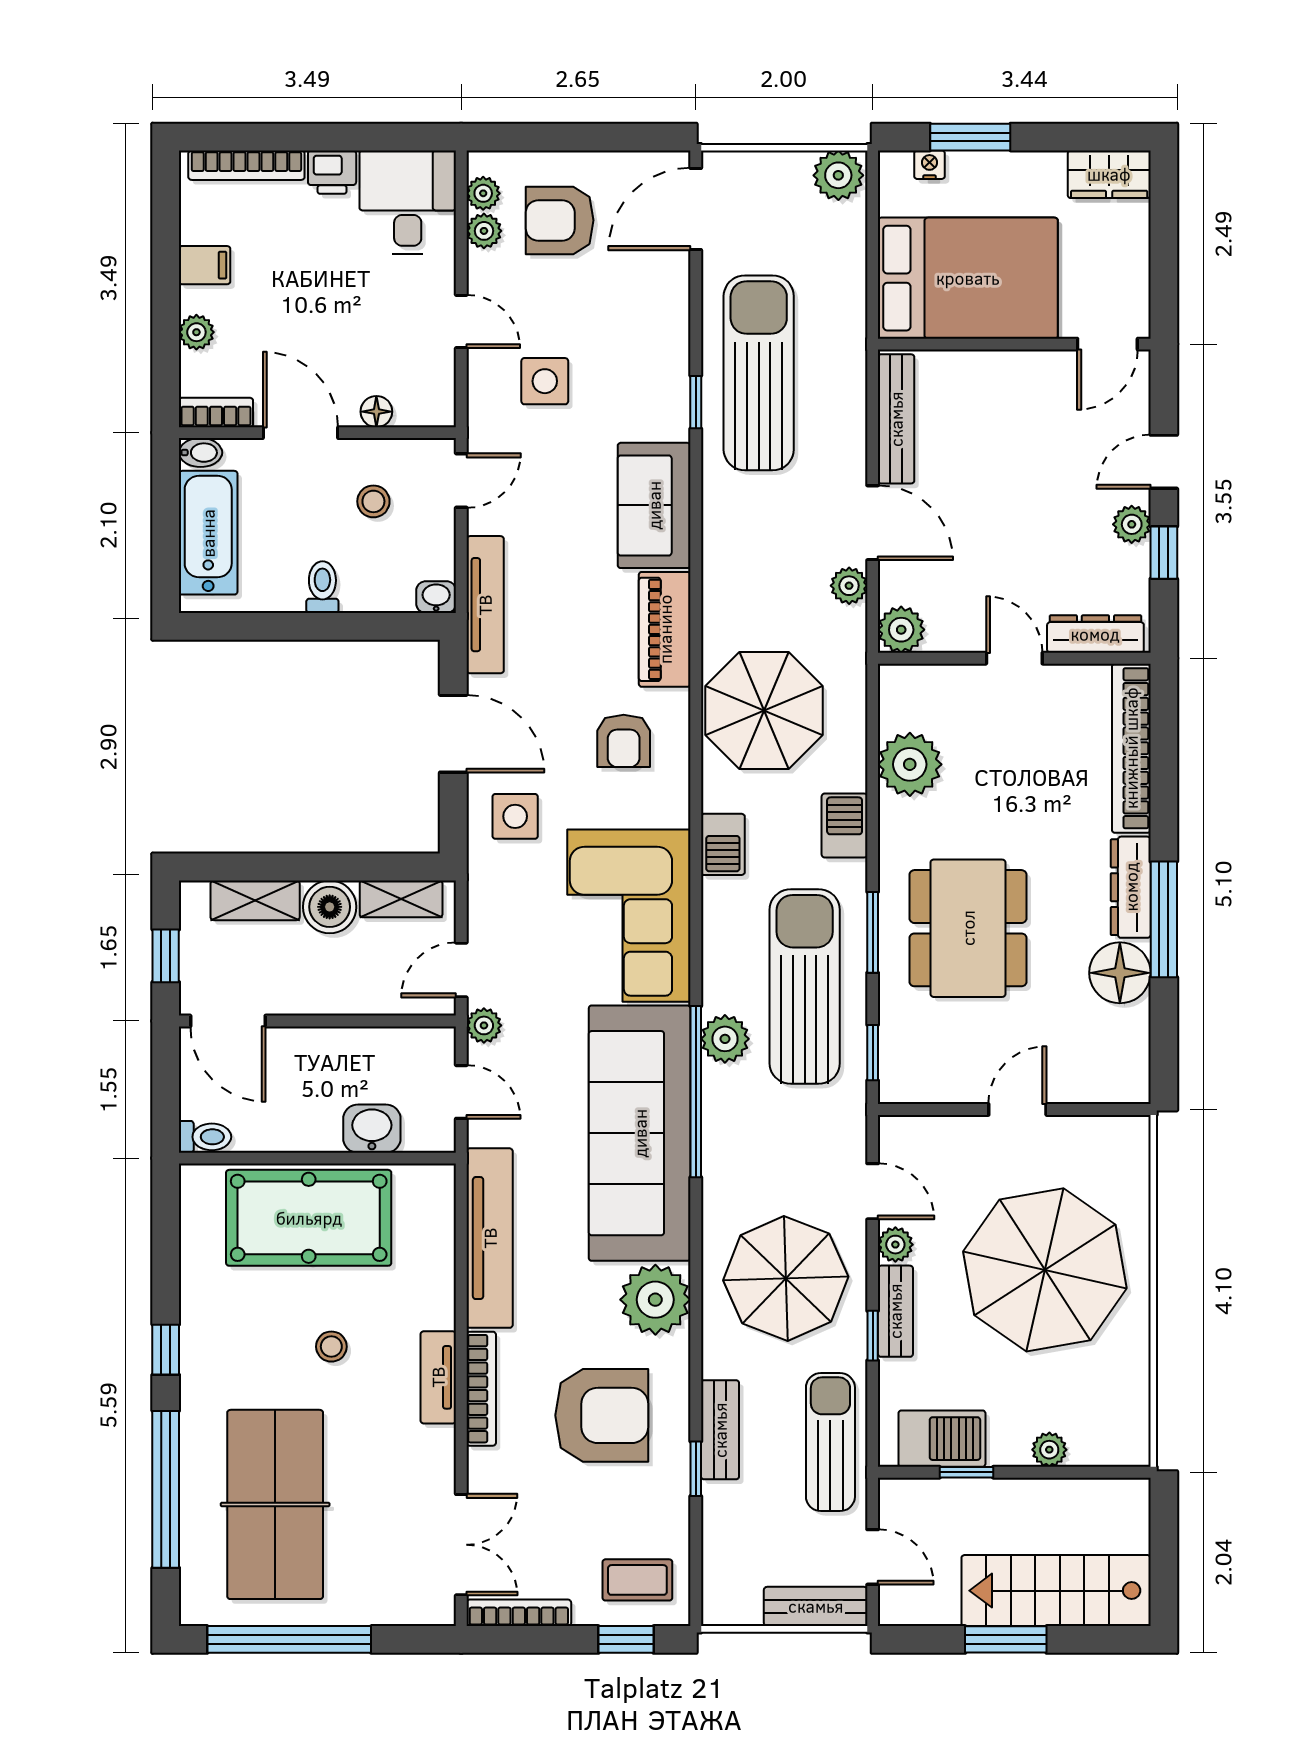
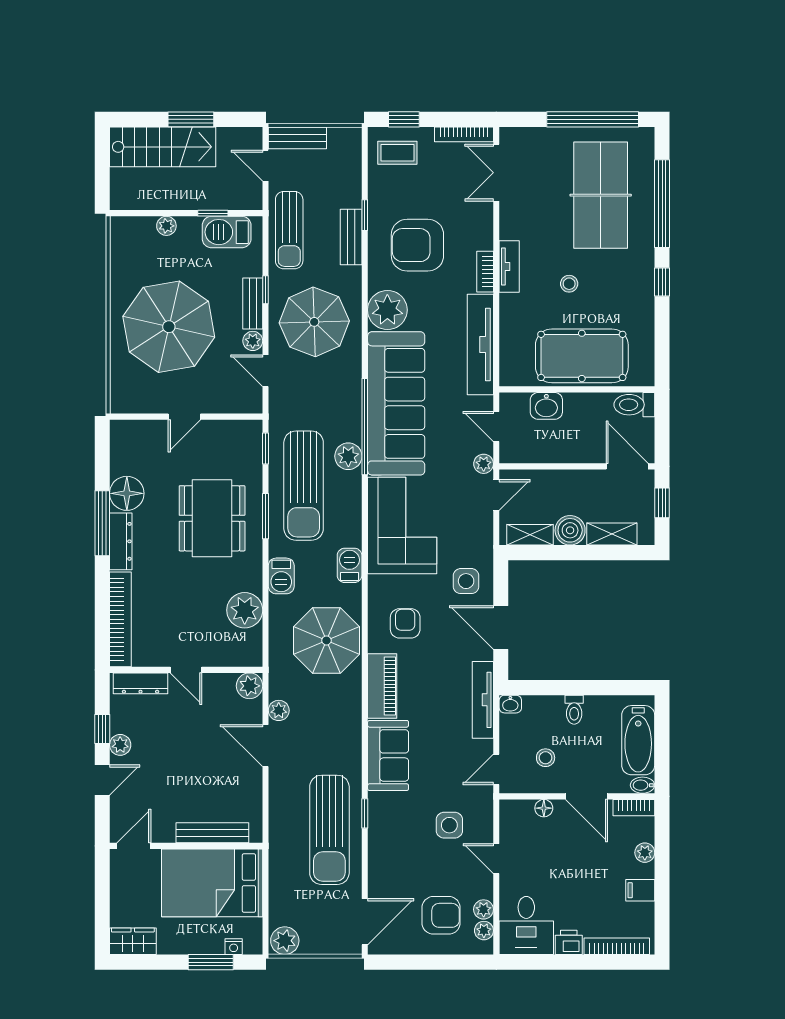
bench: (896, 419) -> (212, 833), moved, turned 90
toilet: (205, 1137) -> (634, 405), width x1.37, depth x1.39
bookcase: (481, 1389) -> (485, 272), width x0.64

